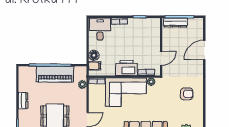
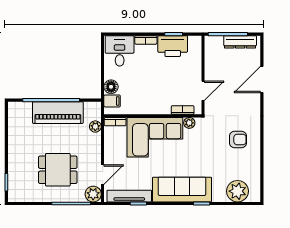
dresser: (175, 22) -> (240, 42), moved
printer: (126, 68) -> (173, 46), moved, turned 180
dresser: (23, 101) -> (14, 149), removed

